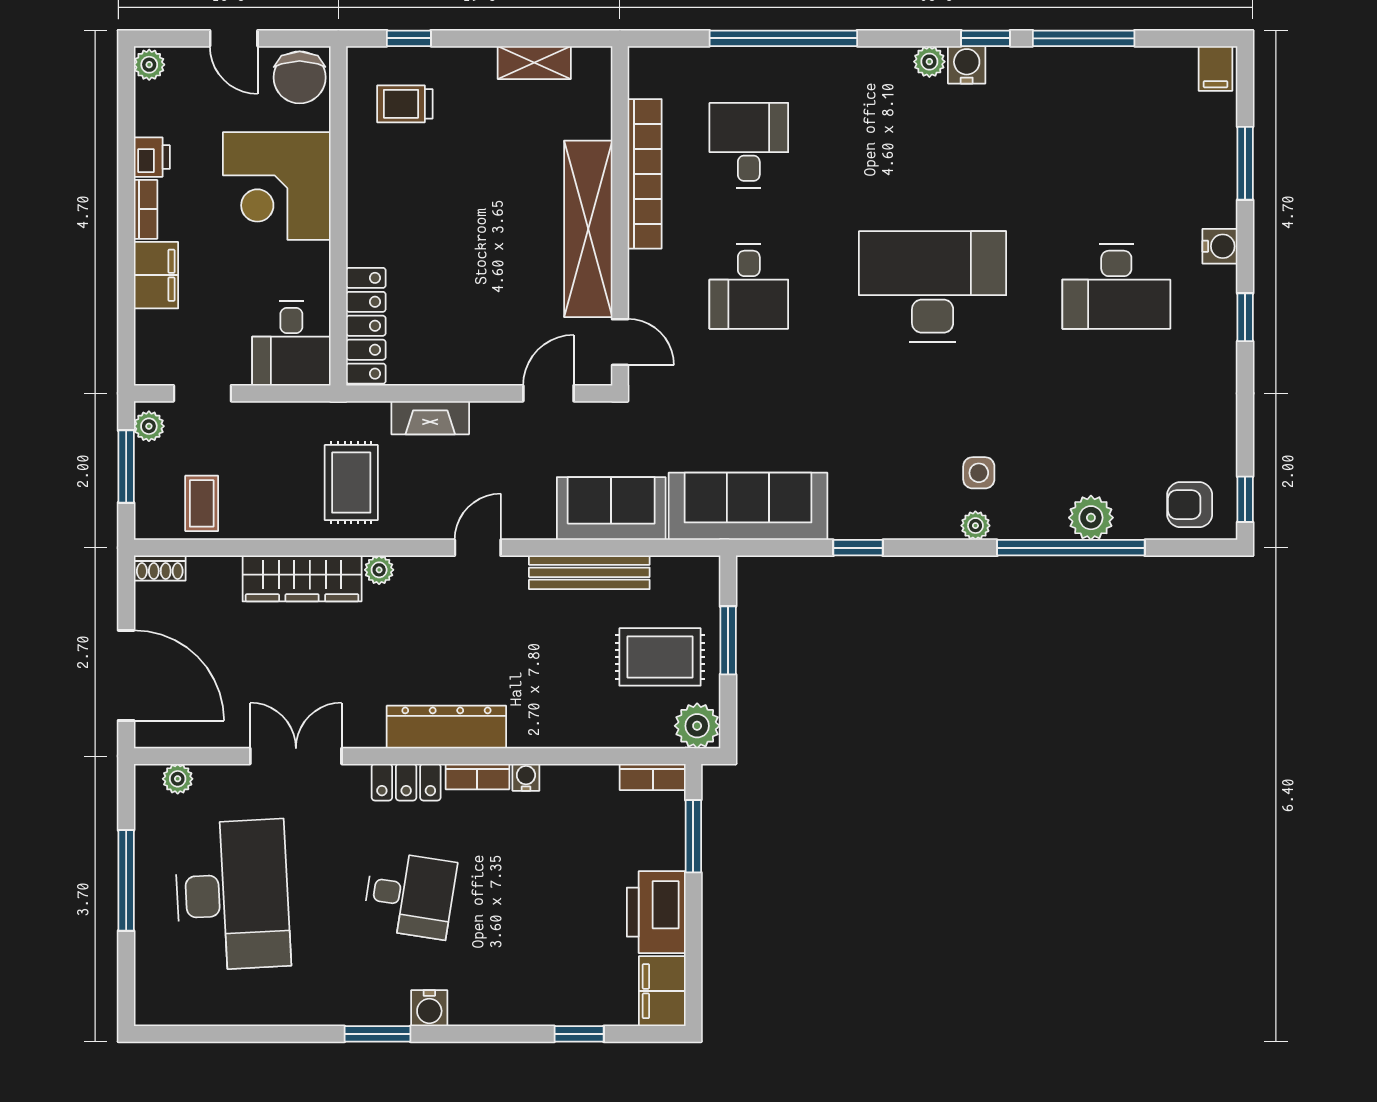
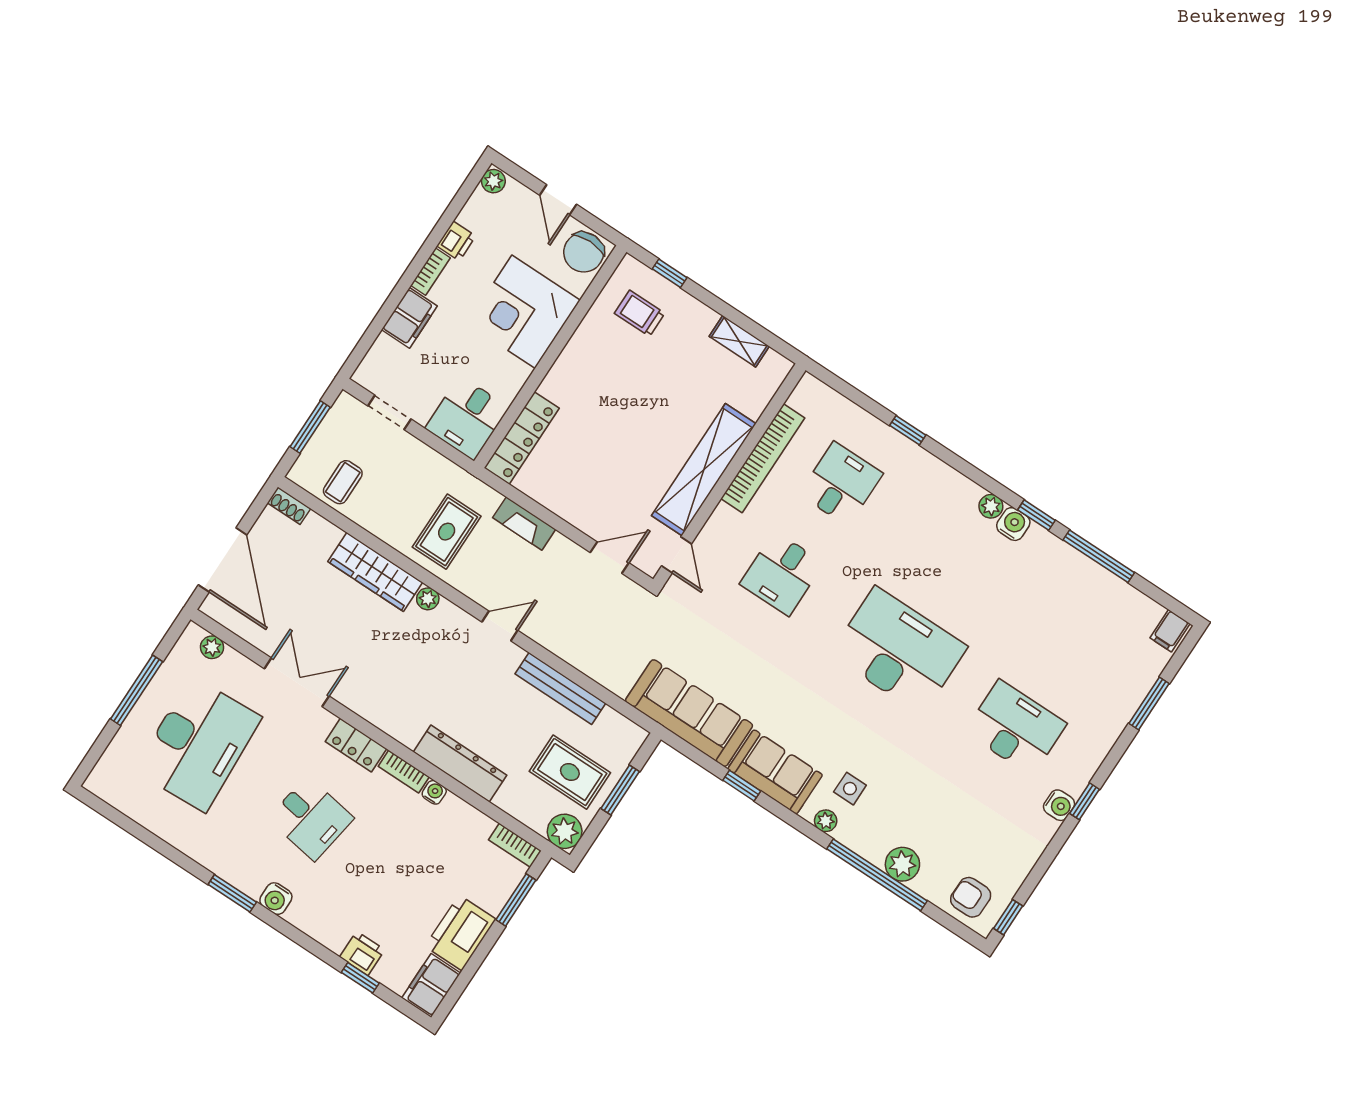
window: (783, 38) -> (908, 430), width x0.32
water cooler: (1220, 246) -> (1059, 805), moved
desk: (1116, 286) -> (1016, 728), turned 180
plant: (149, 426) -> (342, 411), removed
sofa: (611, 509) -> (775, 772), moved
dresser: (446, 727) -> (460, 764), moved
printer: (563, 1006) -> (362, 953), added

